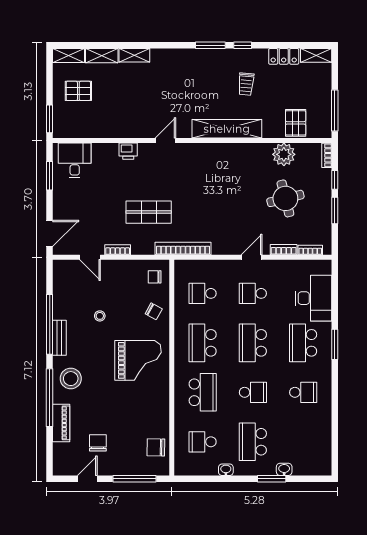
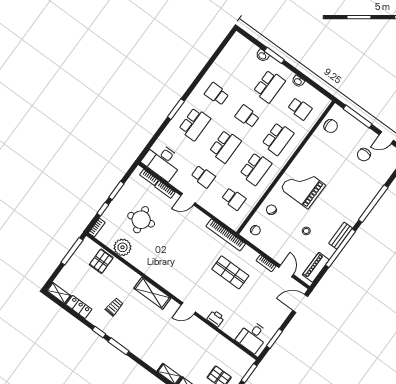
shelving: (227, 129) -> (152, 293), width x0.68
desk: (314, 298) -> (162, 161), moved, turned -90
stool: (71, 379) -> (352, 206), removed
school desk: (203, 392) -> (278, 139), turned 180
piano: (61, 423) -> (316, 267), moved

